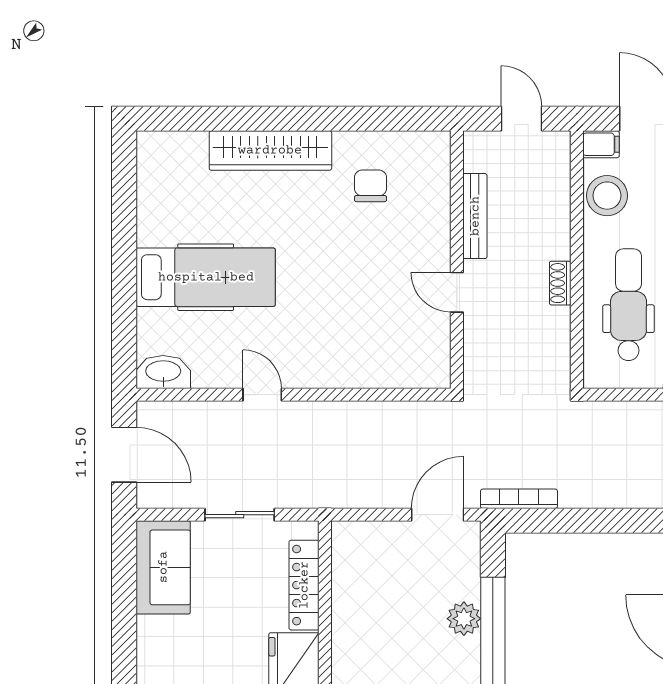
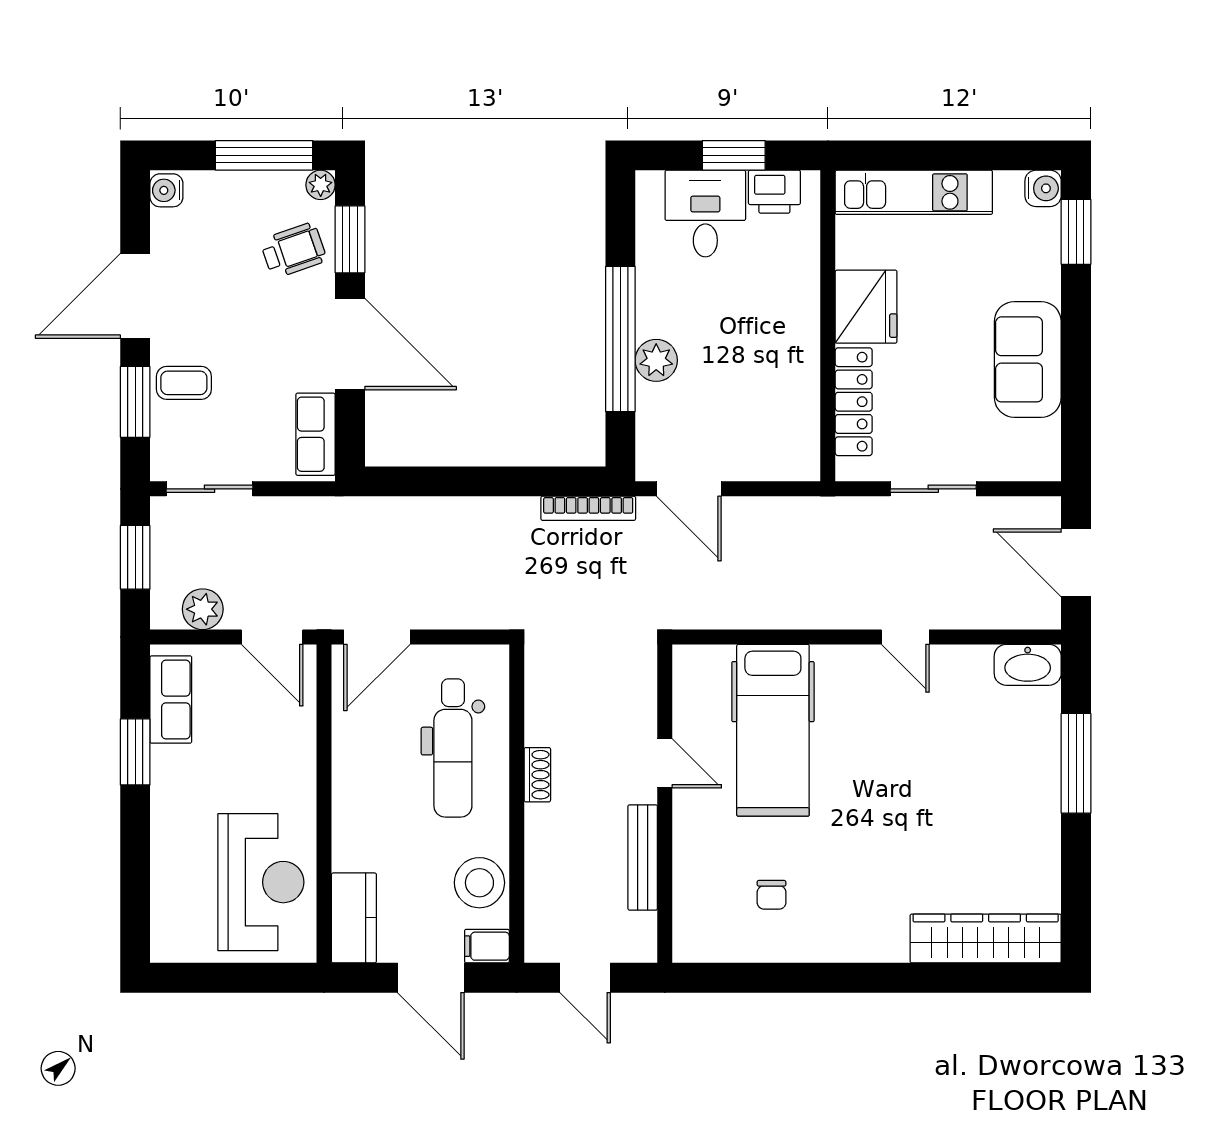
wardrobe: (270, 150) -> (986, 938), moved
chair: (371, 186) -> (772, 895), width x0.73, depth x0.73
hospital bed: (206, 277) -> (773, 730), moved, turned -90
window: (124, 292) -> (1076, 763), added
door: (438, 515) -> (689, 489), hinge flipped
sofa: (163, 567) -> (1028, 359), moved

